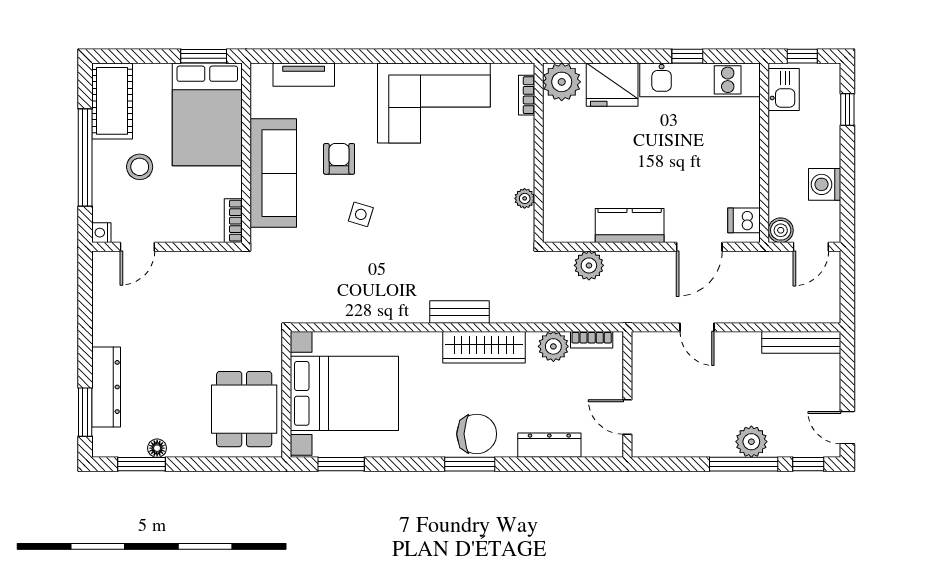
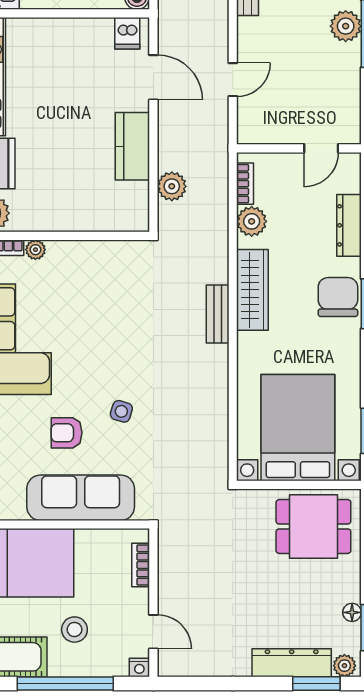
plant: (525, 198) -> (35, 250), moved
bookcase: (233, 221) -> (141, 565), moved, turned 90
plant: (103, 441) -> (344, 666), added

